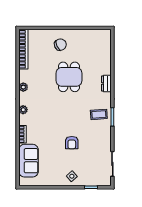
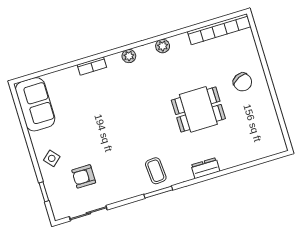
armchair: (72, 143) -> (84, 176), moved
sofa: (28, 161) -> (35, 104), moved, turned -90

